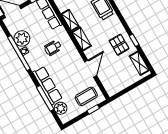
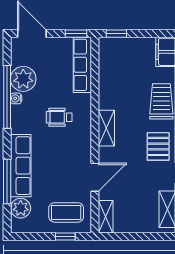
shelving: (70, 20) -> (106, 217), moved
pallet: (119, 45) -> (158, 146), moved

